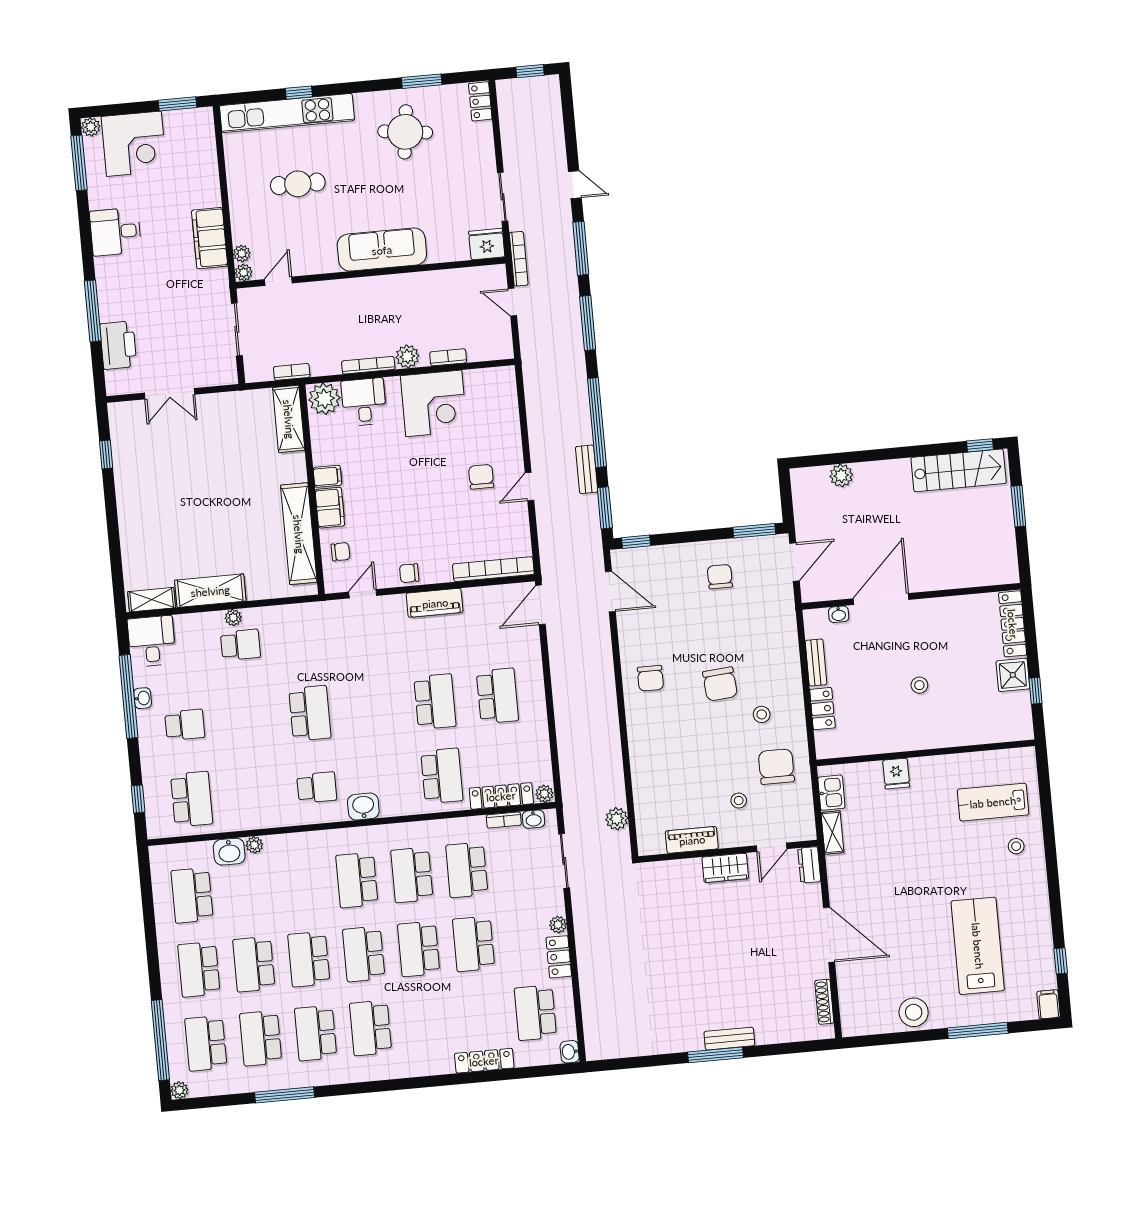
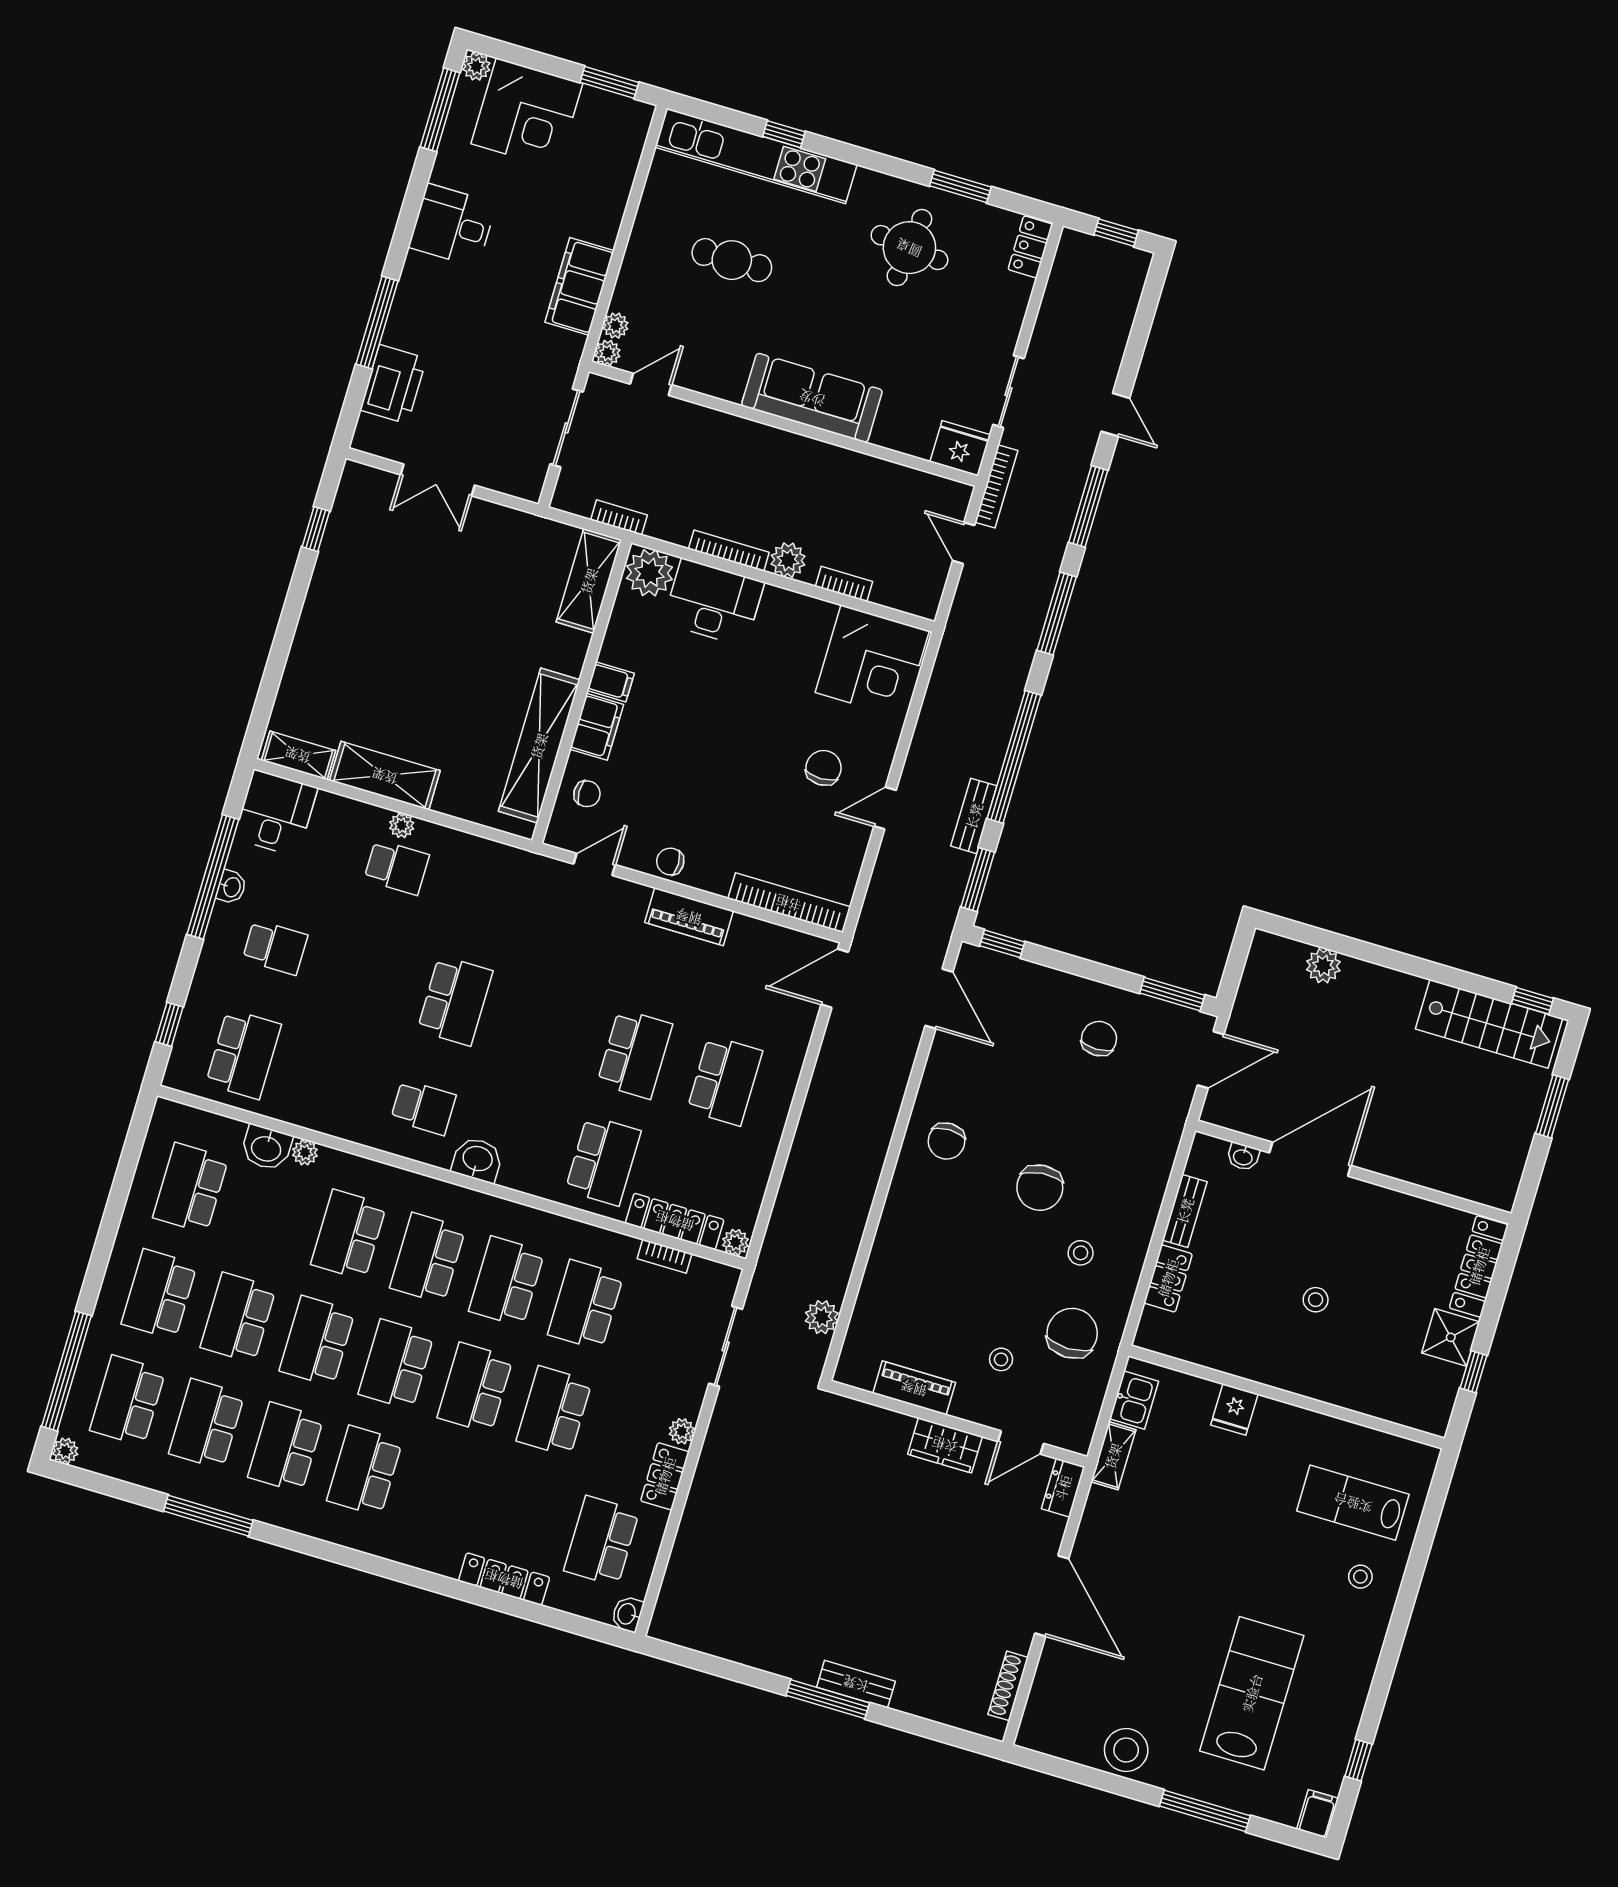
desk: (364, 402) -> (714, 602), width x1.37
corner desk: (434, 403) -> (872, 662), moved
washbasin: (534, 819) -> (706, 1272), removed
school desk: (302, 885) -> (349, 1235), added

